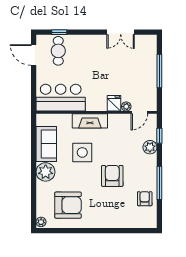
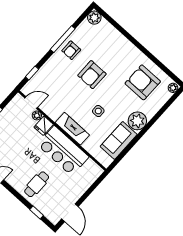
cafe table: (58, 51) -> (37, 184), moved
bar counter: (61, 98) -> (63, 151), moved
plant: (150, 147) -> (94, 18), moved
side table: (82, 152) -> (98, 111), width x0.54, depth x0.54
armchair: (145, 199) -> (71, 50), moved

